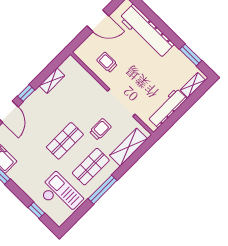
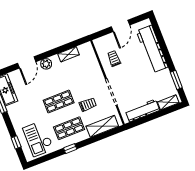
door: (98, 21) -> (120, 26), hinge flipped
window: (26, 93) -> (46, 55), removed
plant: (31, 103) -> (46, 64), added
window: (103, 190) -> (70, 149), width x0.46
checkout: (60, 195) -> (38, 139), turned 180

